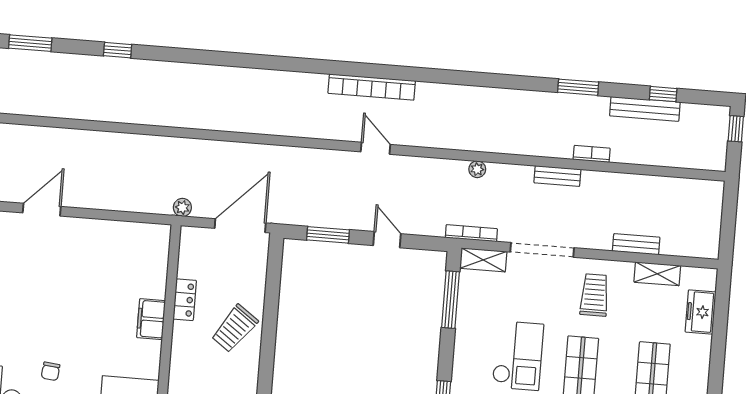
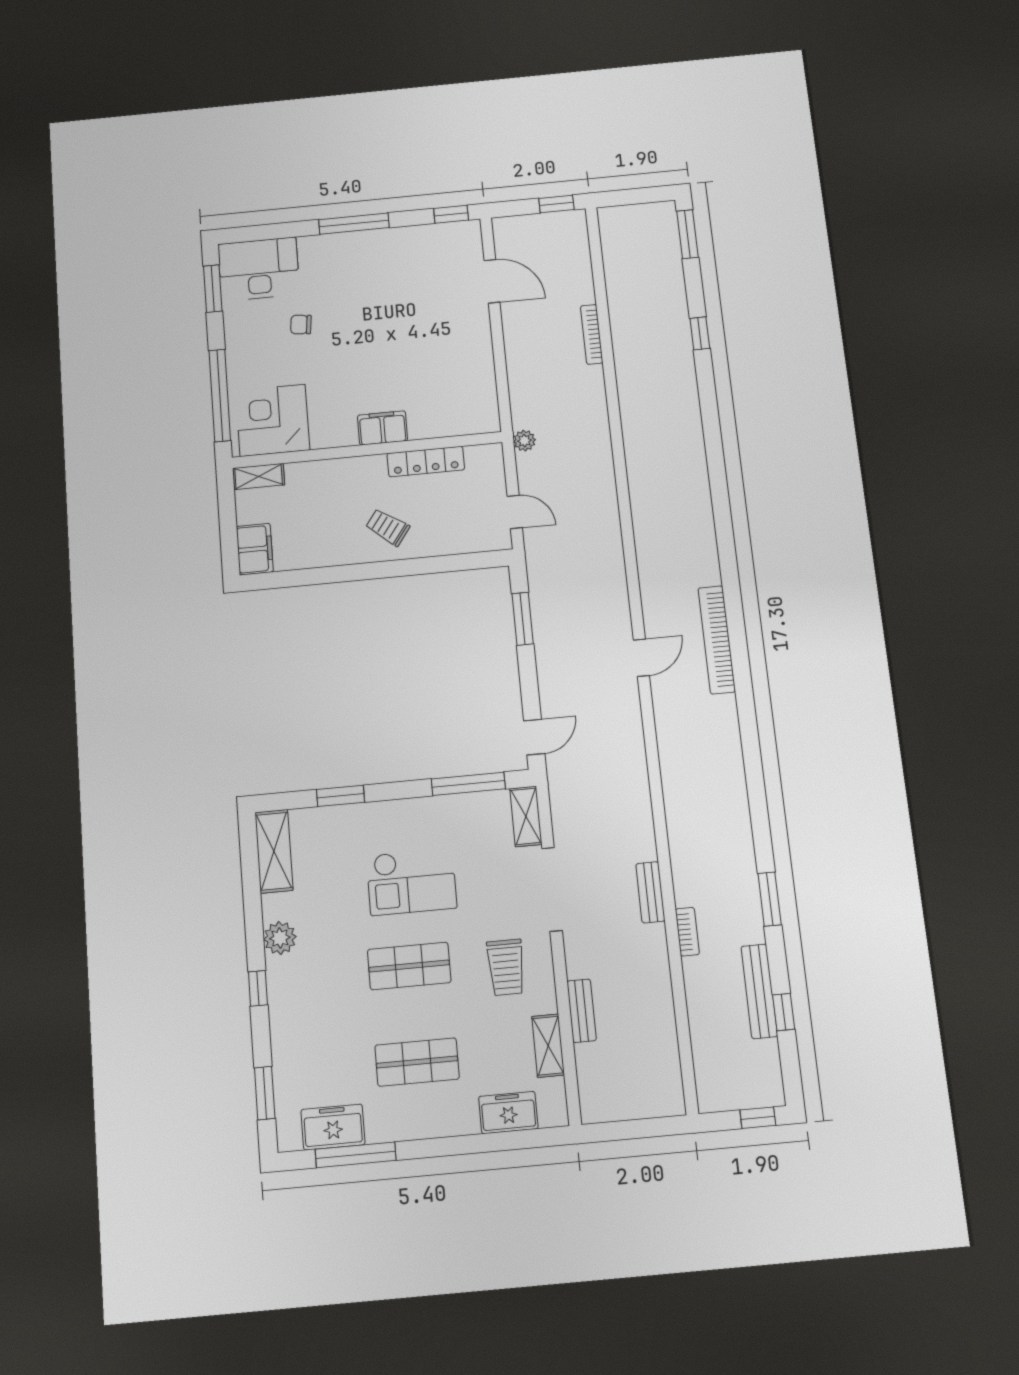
plant: (477, 169) -> (639, 789), removed
door: (240, 226) -> (515, 512), width x0.53
bookcase: (471, 233) -> (592, 334), moved, turned 180
door: (387, 240) -> (534, 737), moved
trolley: (594, 295) -> (506, 967), turned 90
locker: (185, 300) -> (426, 462), width x1.53
trolley: (235, 328) -> (388, 527), width x0.73, depth x0.72

